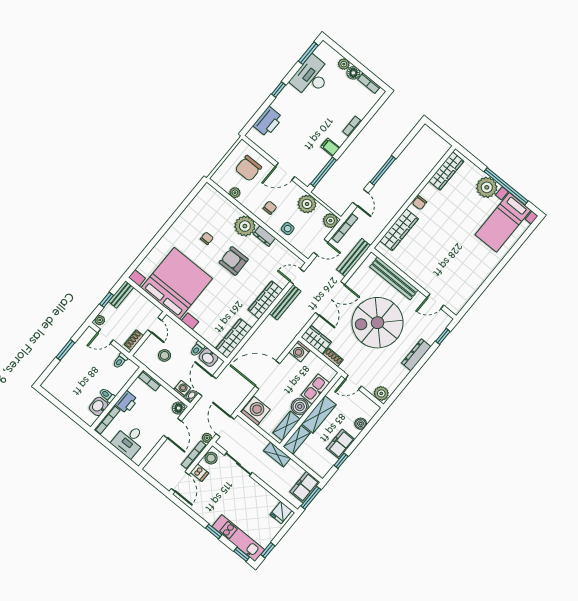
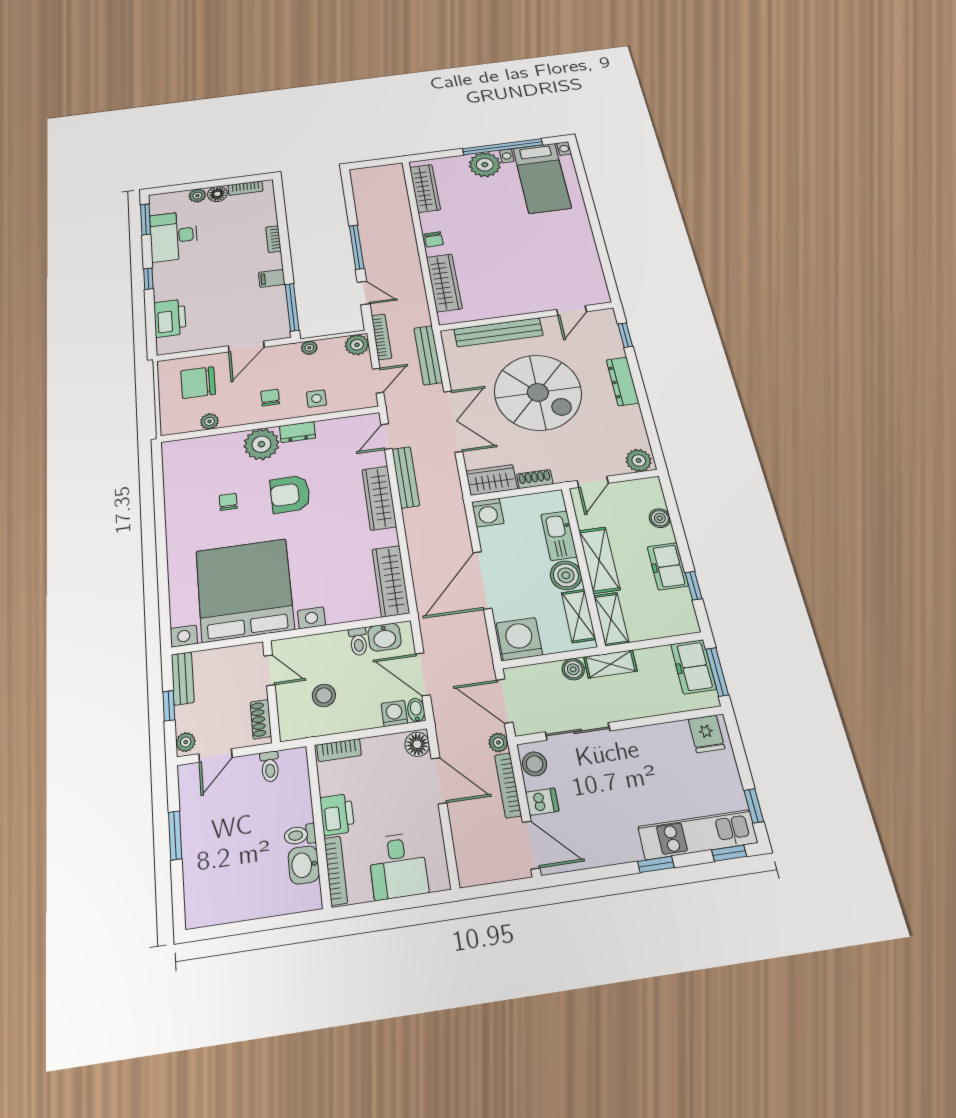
chair: (248, 168) -> (198, 382), turned 90
plant: (307, 204) -> (309, 348), width x0.53, depth x0.53
spiral stairs: (378, 323) -> (538, 392), turned -90
boiler: (262, 442) -> (573, 669), added

